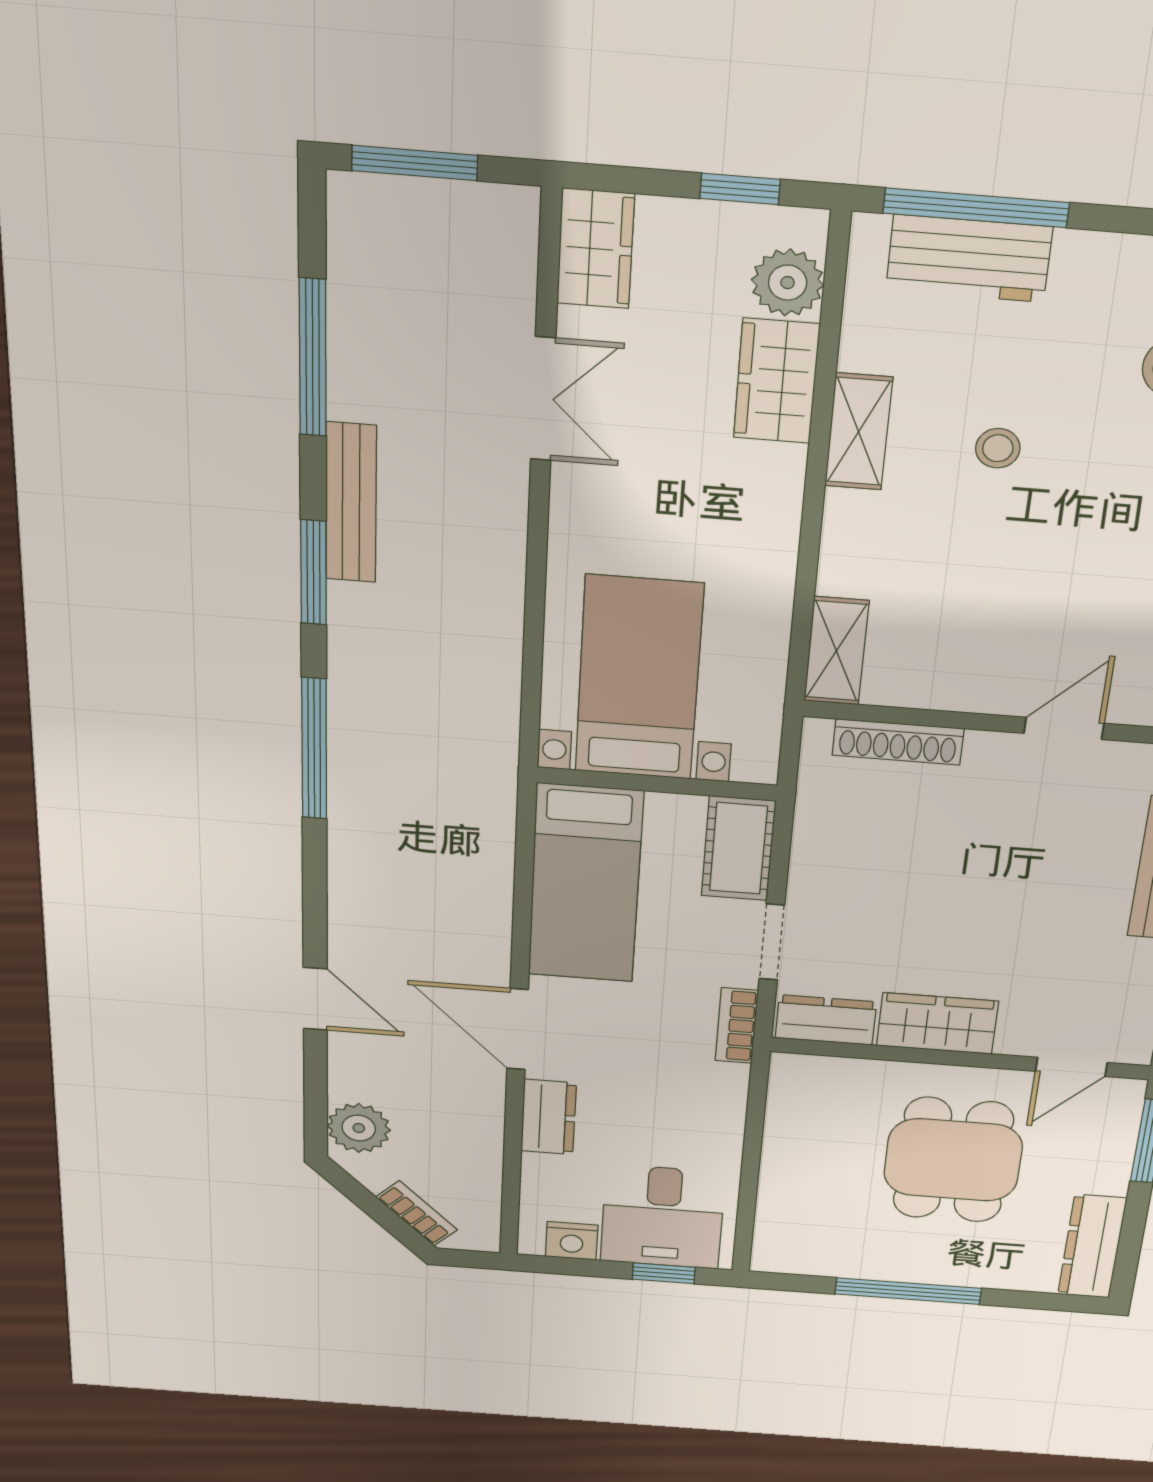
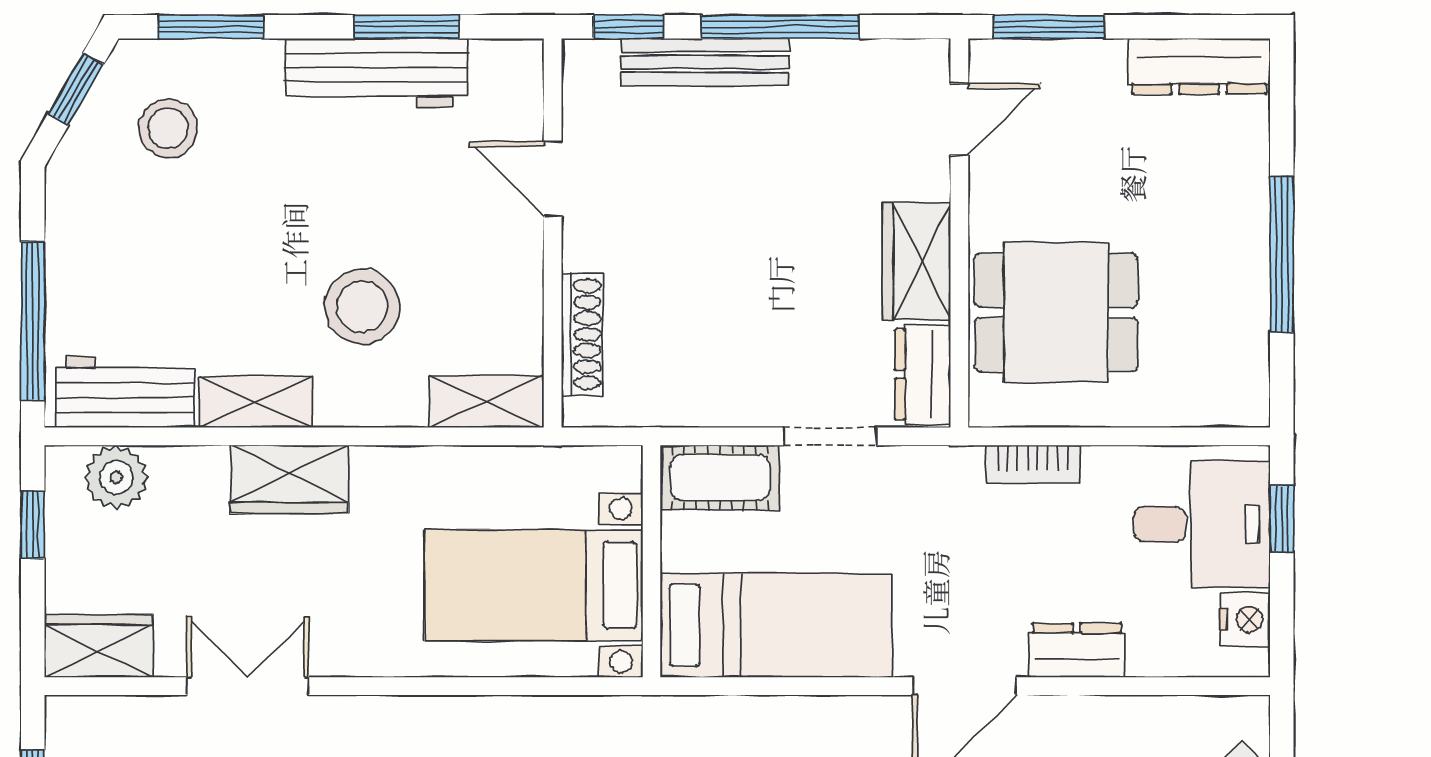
workbench: (969, 259) -> (125, 392), moved, turned -90
wardrobe: (777, 381) -> (289, 479), moved
stool: (998, 448) -> (362, 307), moved, width x1.89, depth x1.89
bookcase: (737, 1026) -> (1033, 464), moved
door: (1071, 1067) -> (959, 119), hinge flipped
dining table: (953, 1160) -> (1056, 312), moved

